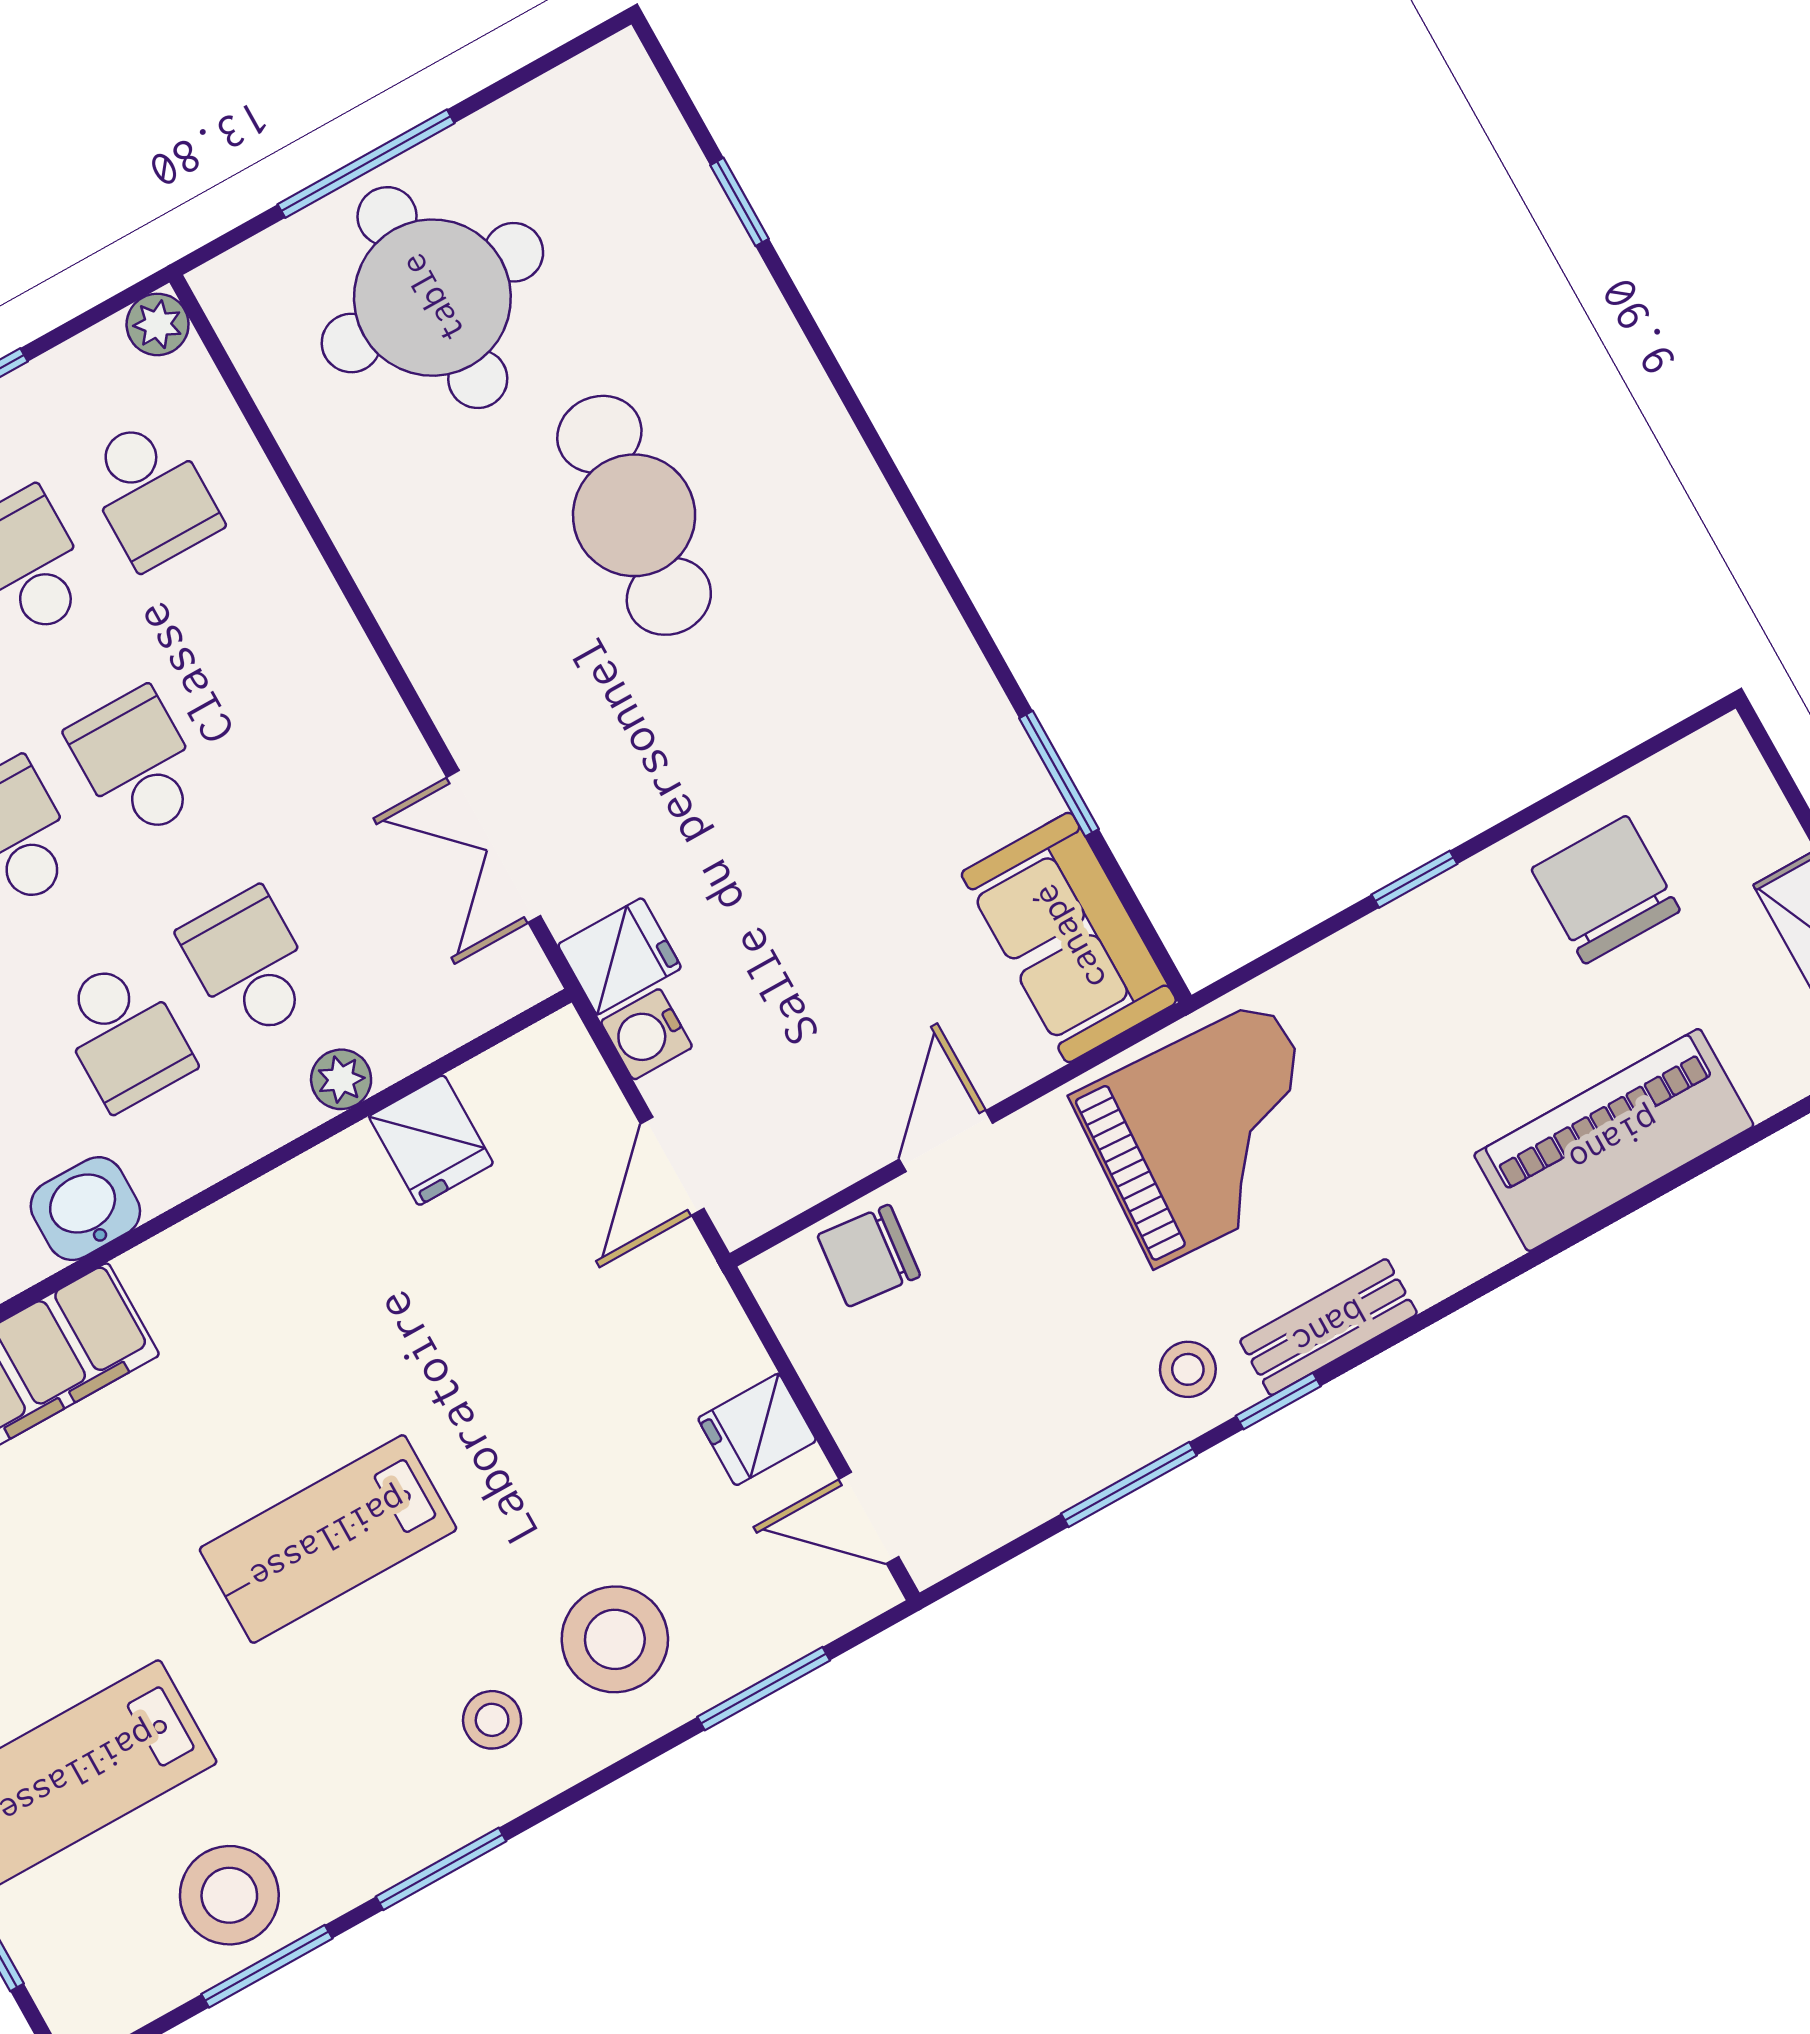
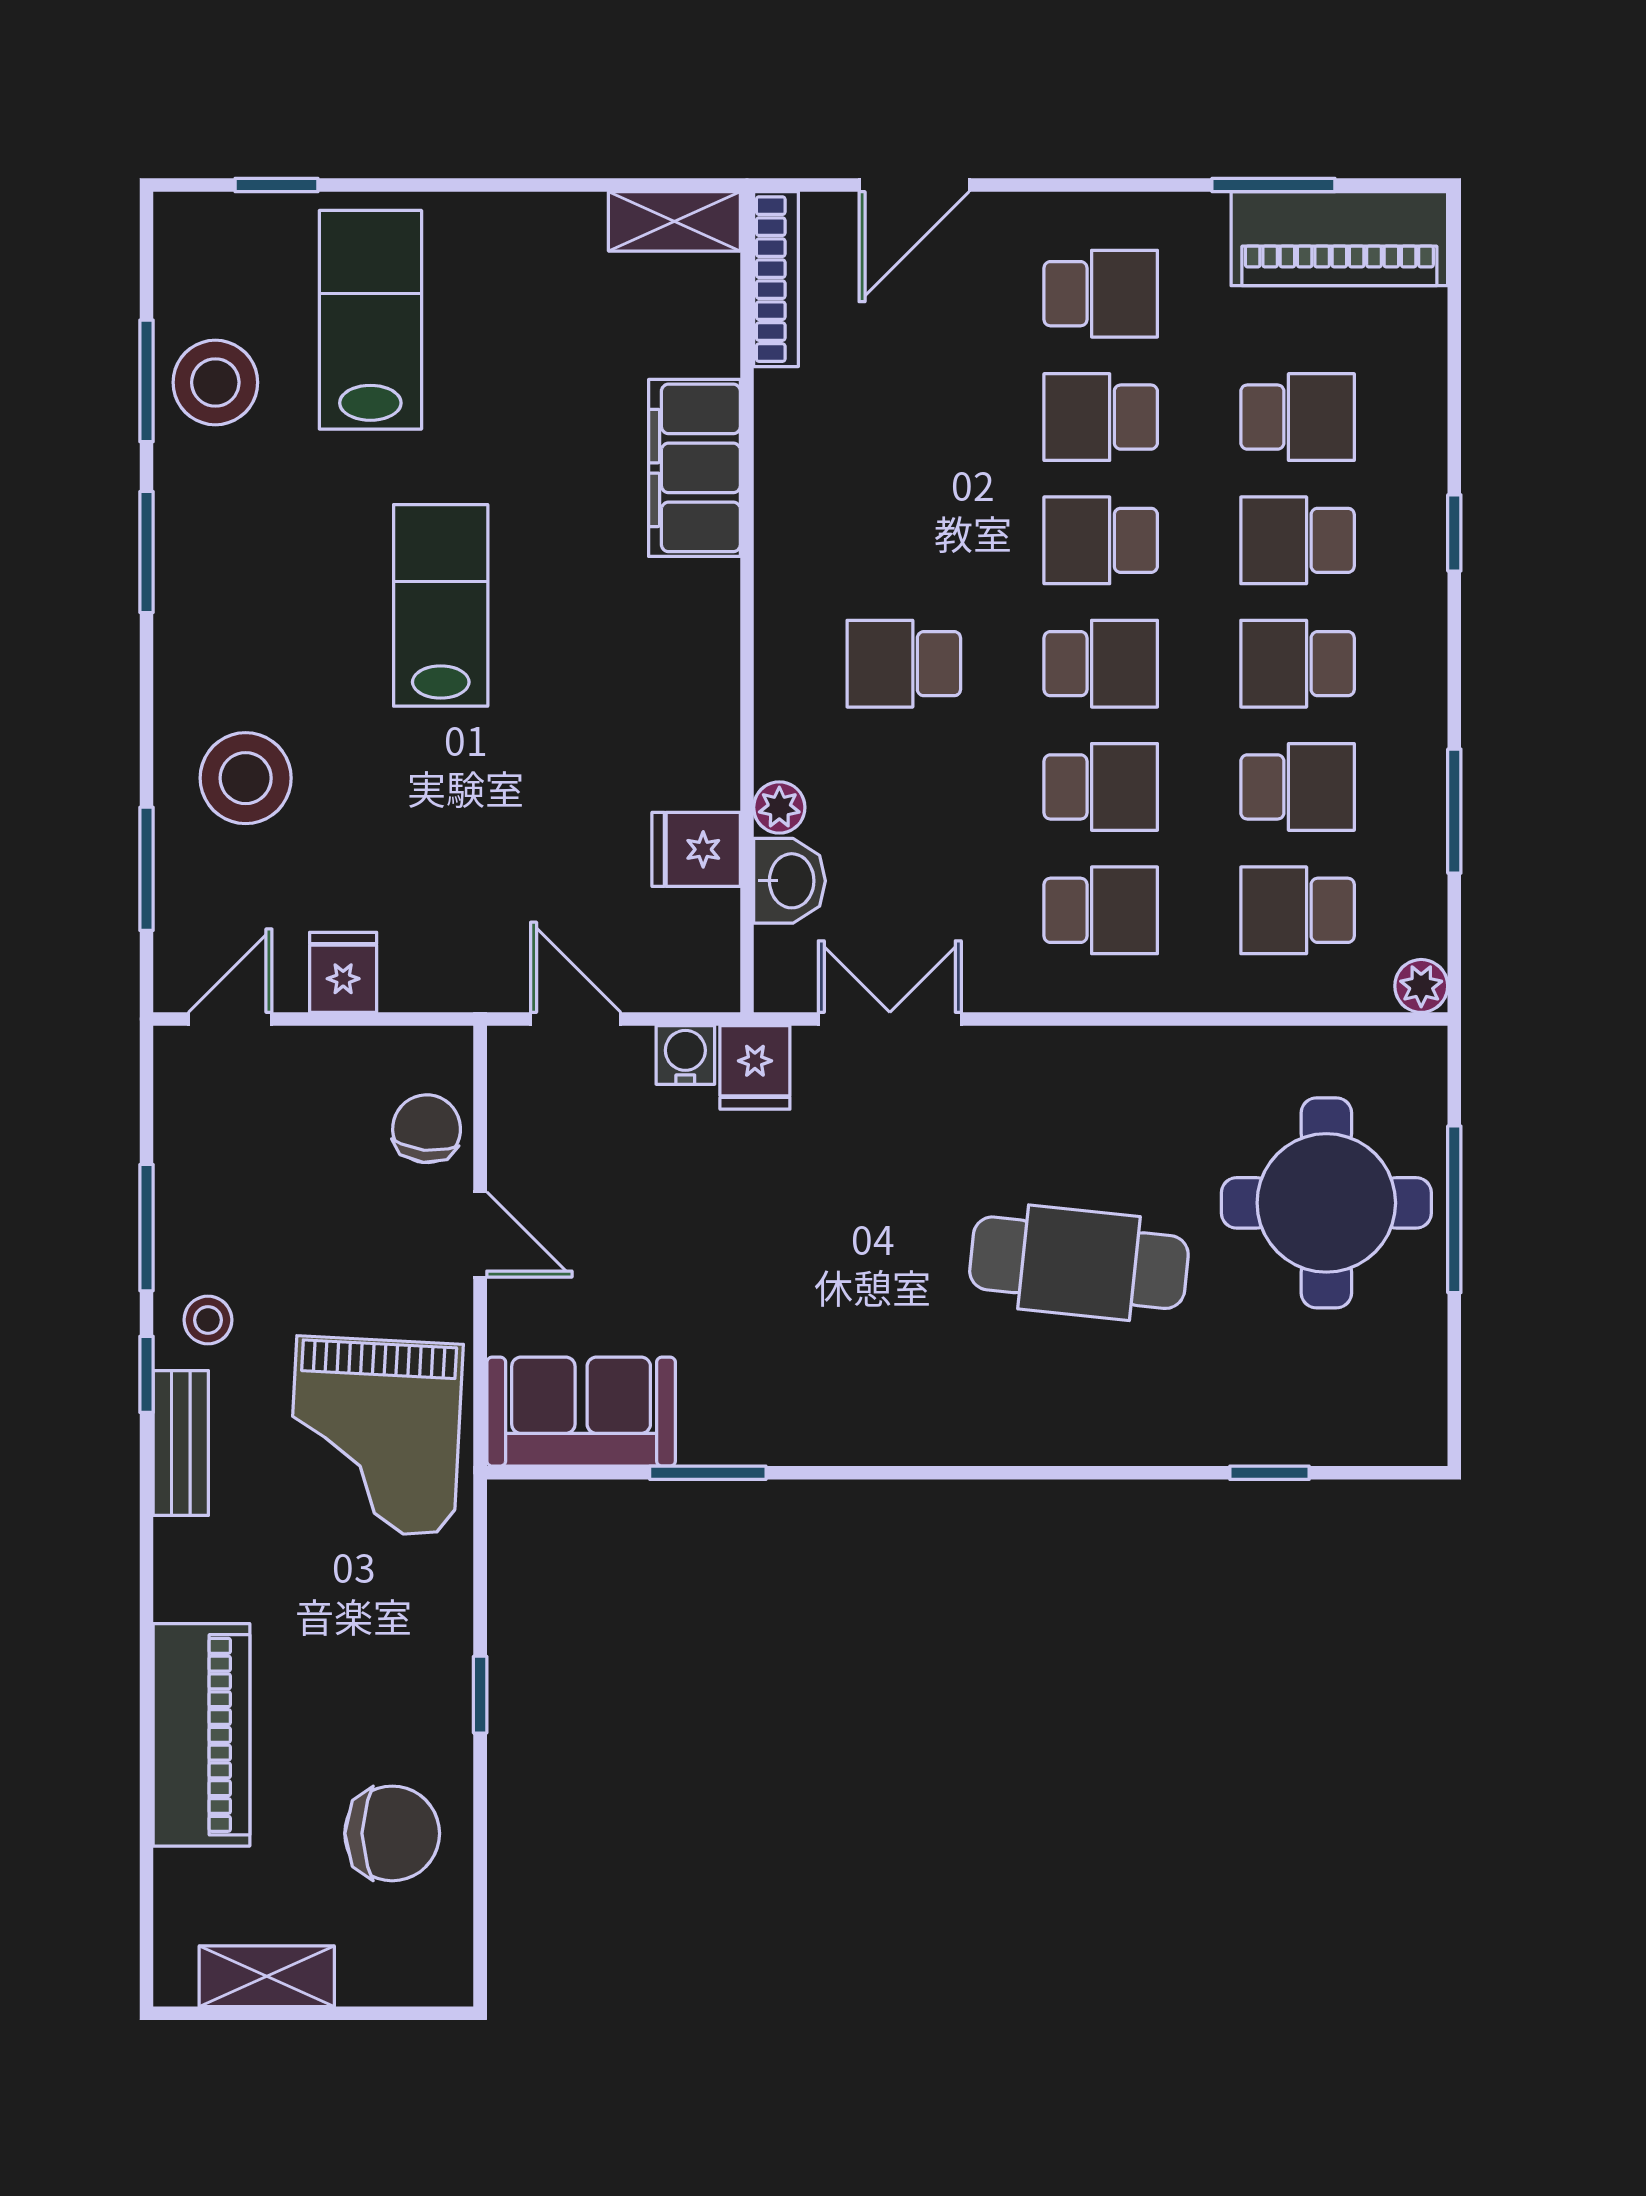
school desk: (249, 964) -> (1101, 910), moved
washbasin: (85, 1209) -> (790, 881), moved
stool: (492, 1720) -> (237, 653), removed

